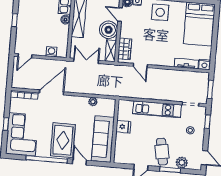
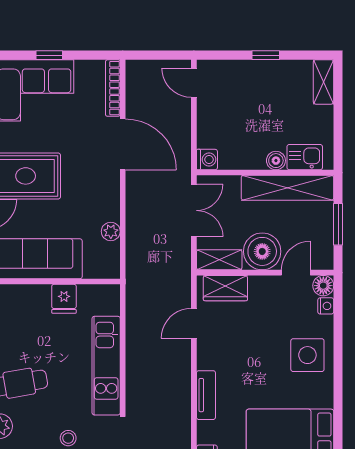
washing machine: (51, 52) -> (207, 160), moved
tv unit: (186, 64) -> (206, 395), moved

